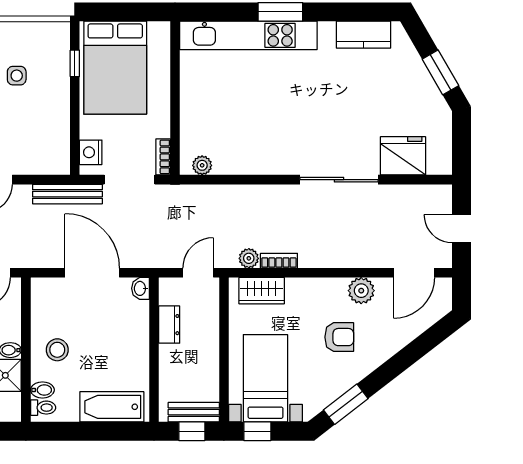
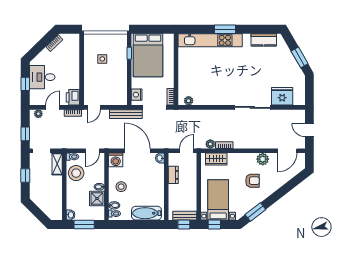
washing machine: (45, 292) -> (116, 160), added

